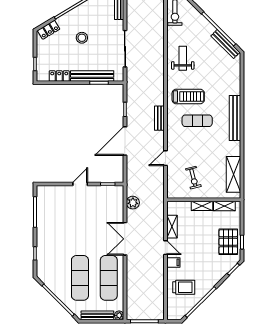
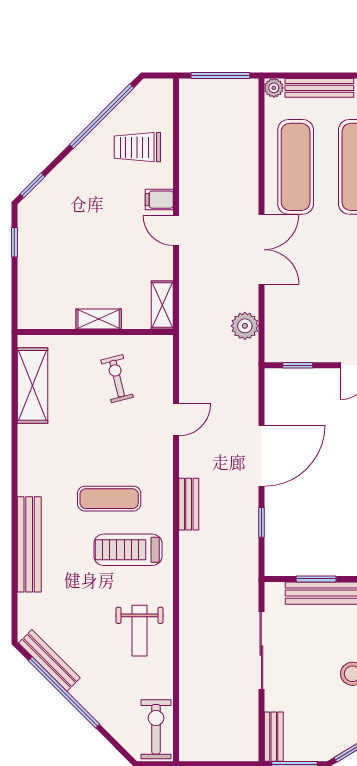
bench: (235, 118) -> (29, 544), moved
shelving: (224, 206) -> (51, 319), removed
shelving: (172, 227) -> (162, 305), moved
pallet: (228, 242) -> (43, 243), removed

